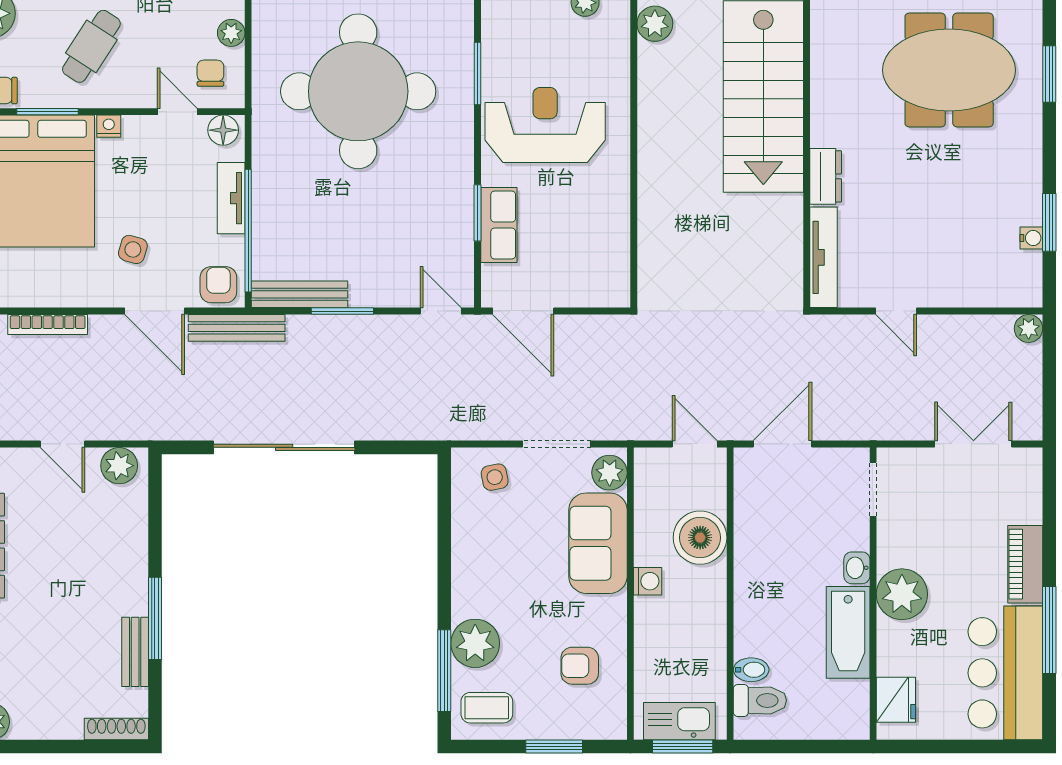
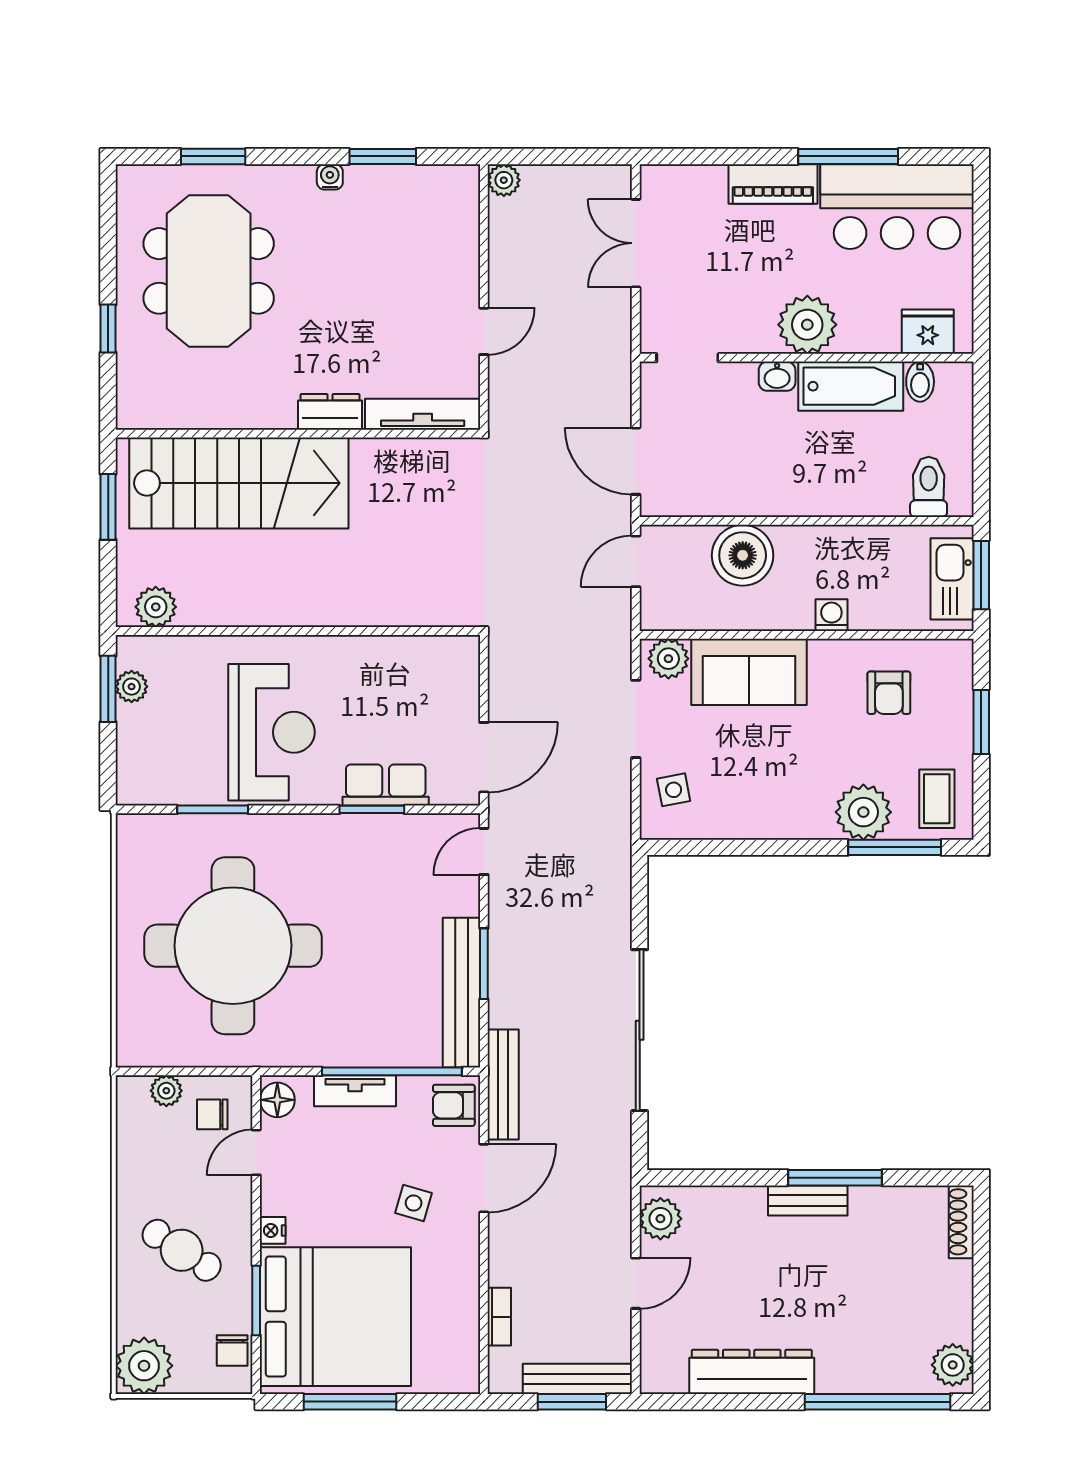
reception desk: (545, 125) -> (271, 732), turned 180
water cooler: (1031, 238) -> (330, 177), moved
bench: (299, 294) -> (461, 993), width x1.37, depth x1.21
bookcase: (48, 325) -> (499, 1317), width x0.64
washing machine: (648, 581) -> (831, 615), moved
bench: (135, 652) -> (808, 1200), moved
bidet: (751, 670) -> (920, 382), moved, turned 180

